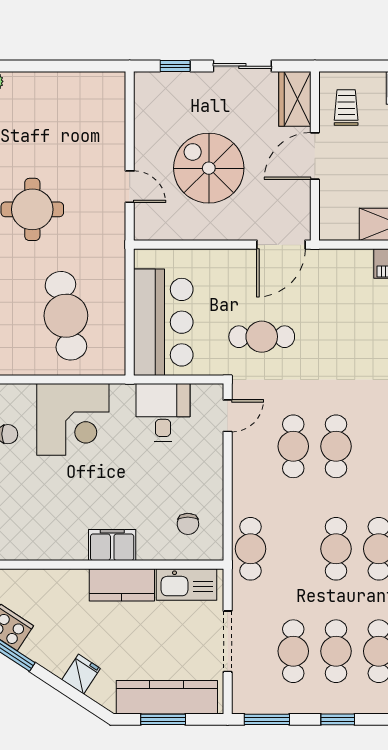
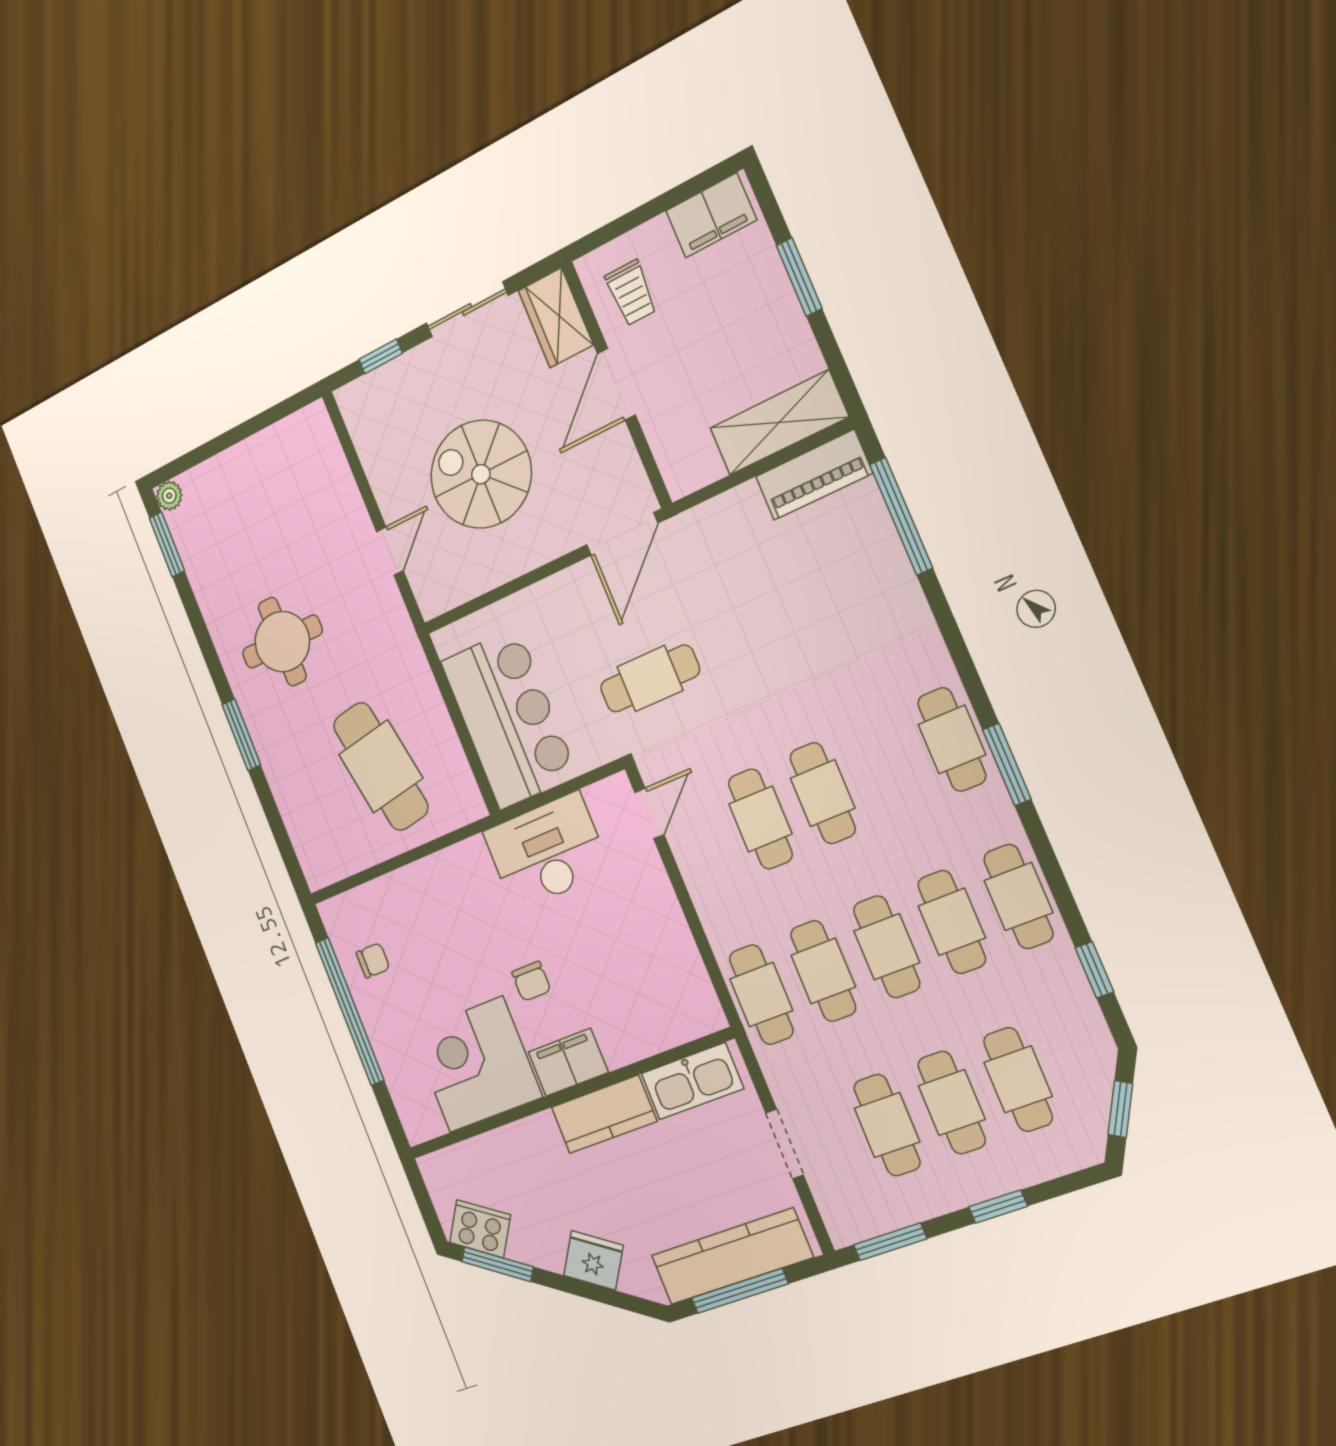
trolley: (346, 108) -> (631, 293), turned 180
door: (130, 187) -> (390, 551), hinge flipped
desk: (163, 412) -> (546, 851), width x1.37
corner desk: (73, 419) -> (476, 1064), moved, turned 180
chair: (188, 524) -> (531, 981), moved
cafe table: (293, 549) -> (823, 971), added
doorway: (228, 641) -> (785, 1144), width x0.73
fridge: (81, 674) -> (593, 1260), width x1.38
window: (163, 719) -> (740, 1291), width x1.44

